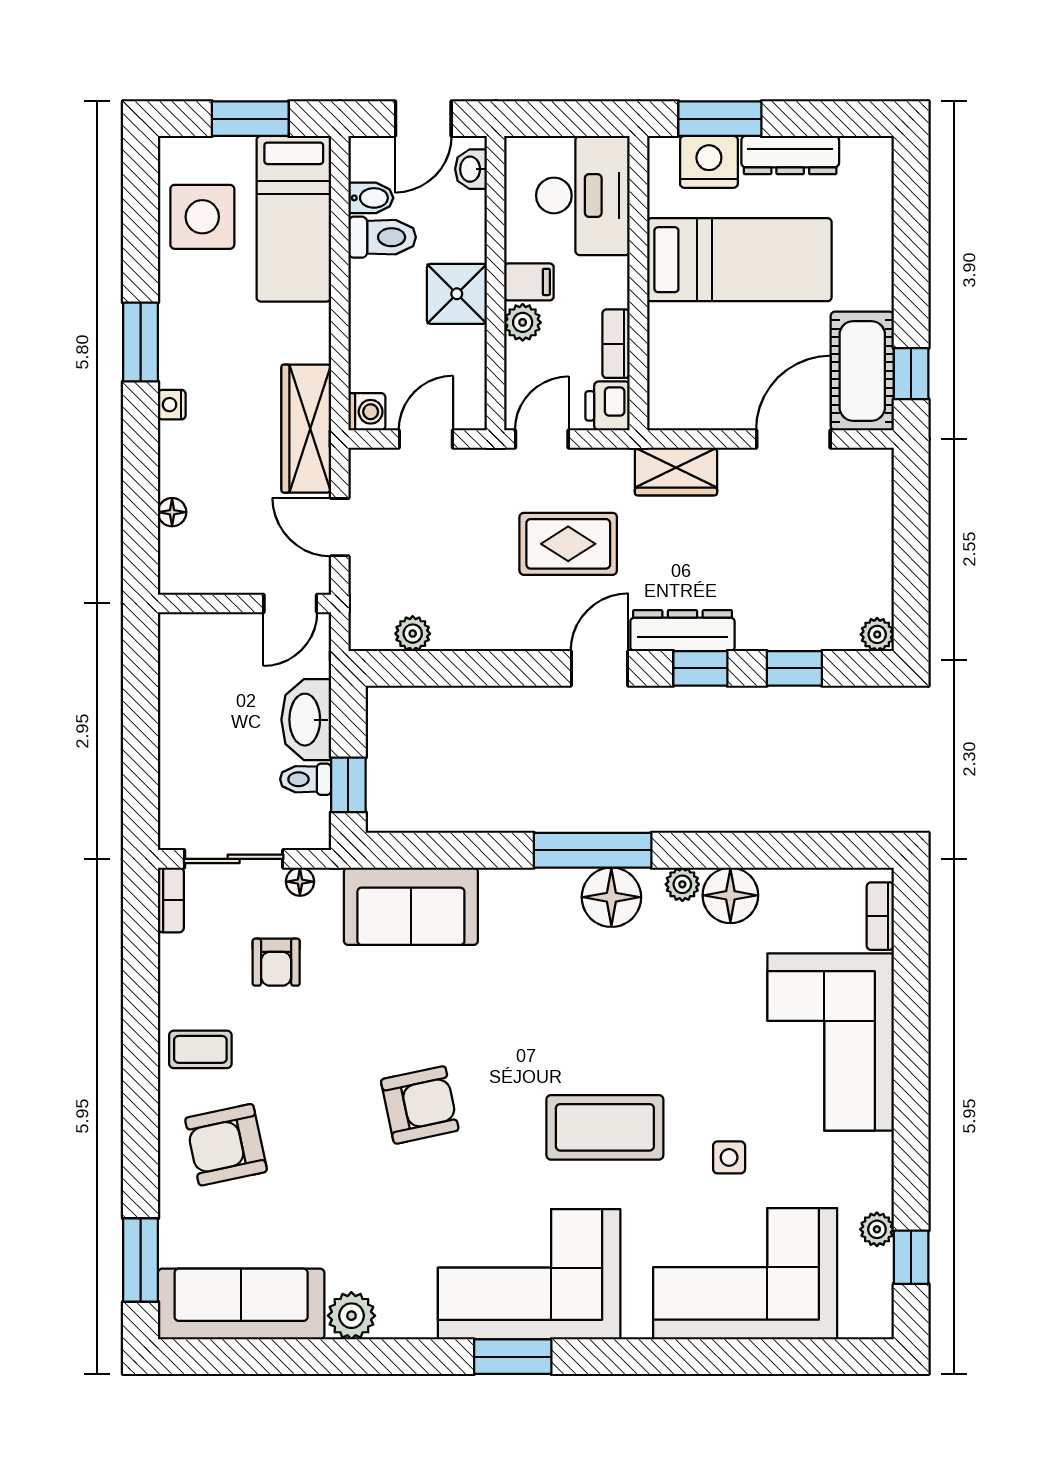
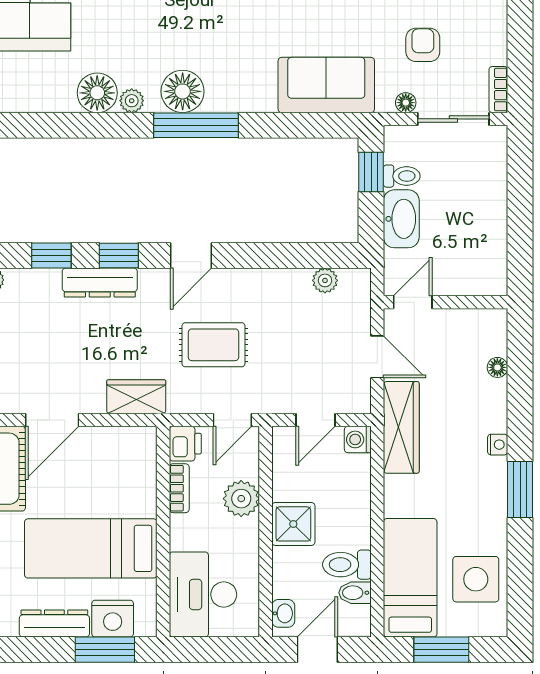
filing cabinet: (529, 282) -> (242, 533), removed
plant: (523, 322) -> (241, 499), width x1.38, depth x1.38
dresser: (682, 631) -> (100, 283), moved

